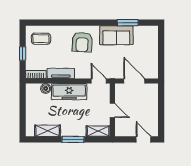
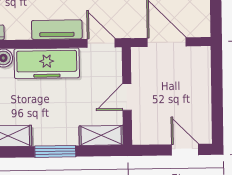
tv unit: (61, 73) -> (57, 30), moved
door: (112, 110) -> (127, 97), swing flipped

